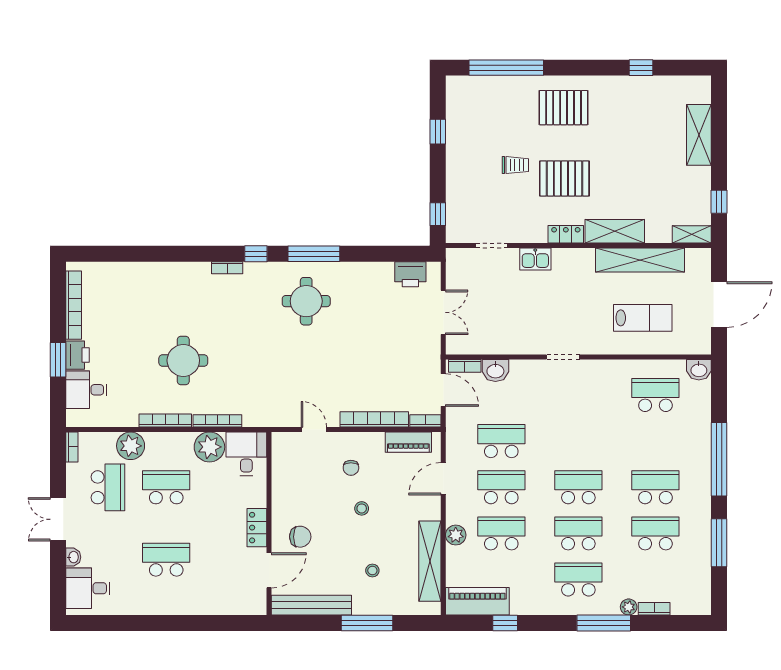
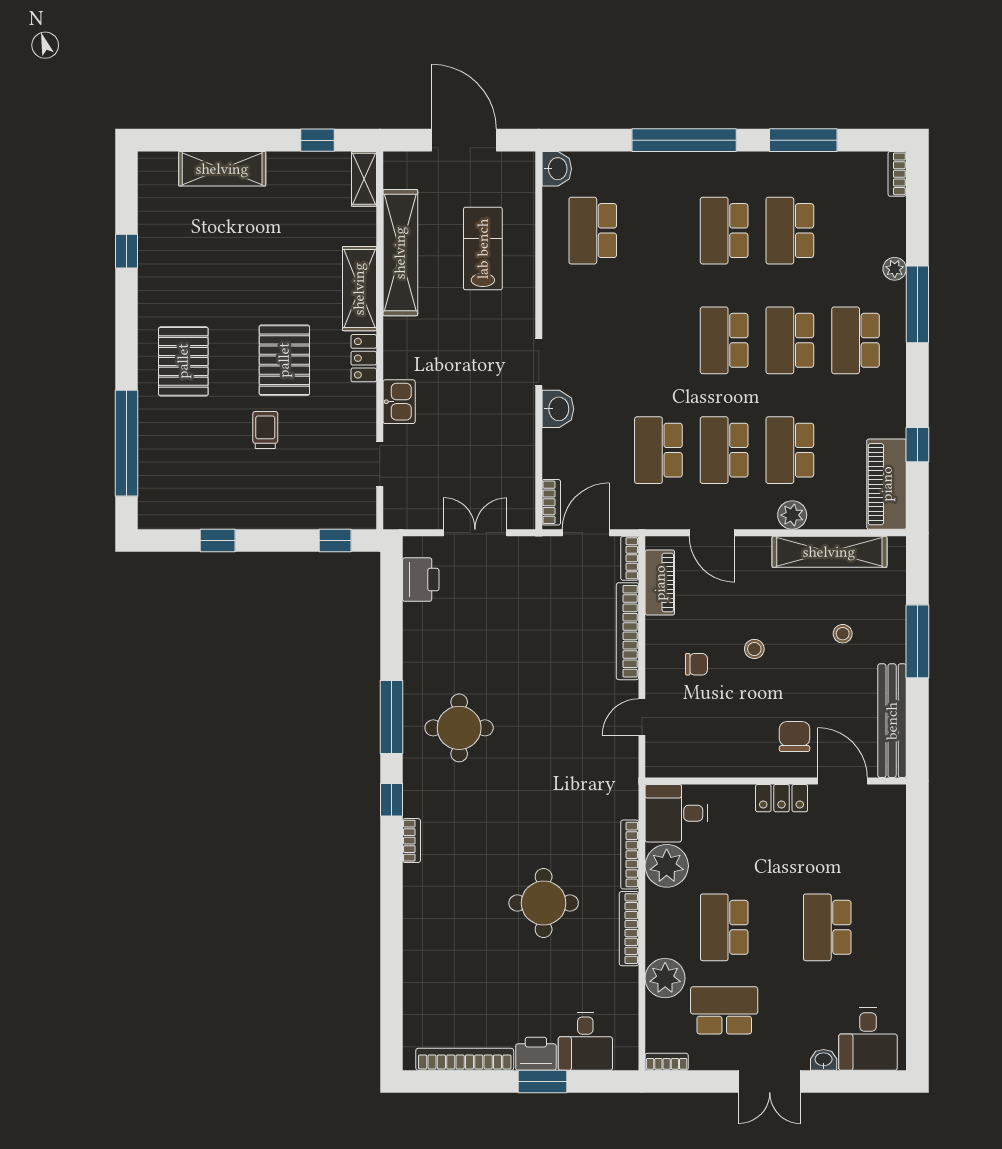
washbasin: (495, 370) -> (558, 409), moved
bookcase: (654, 609) -> (897, 174), moved

